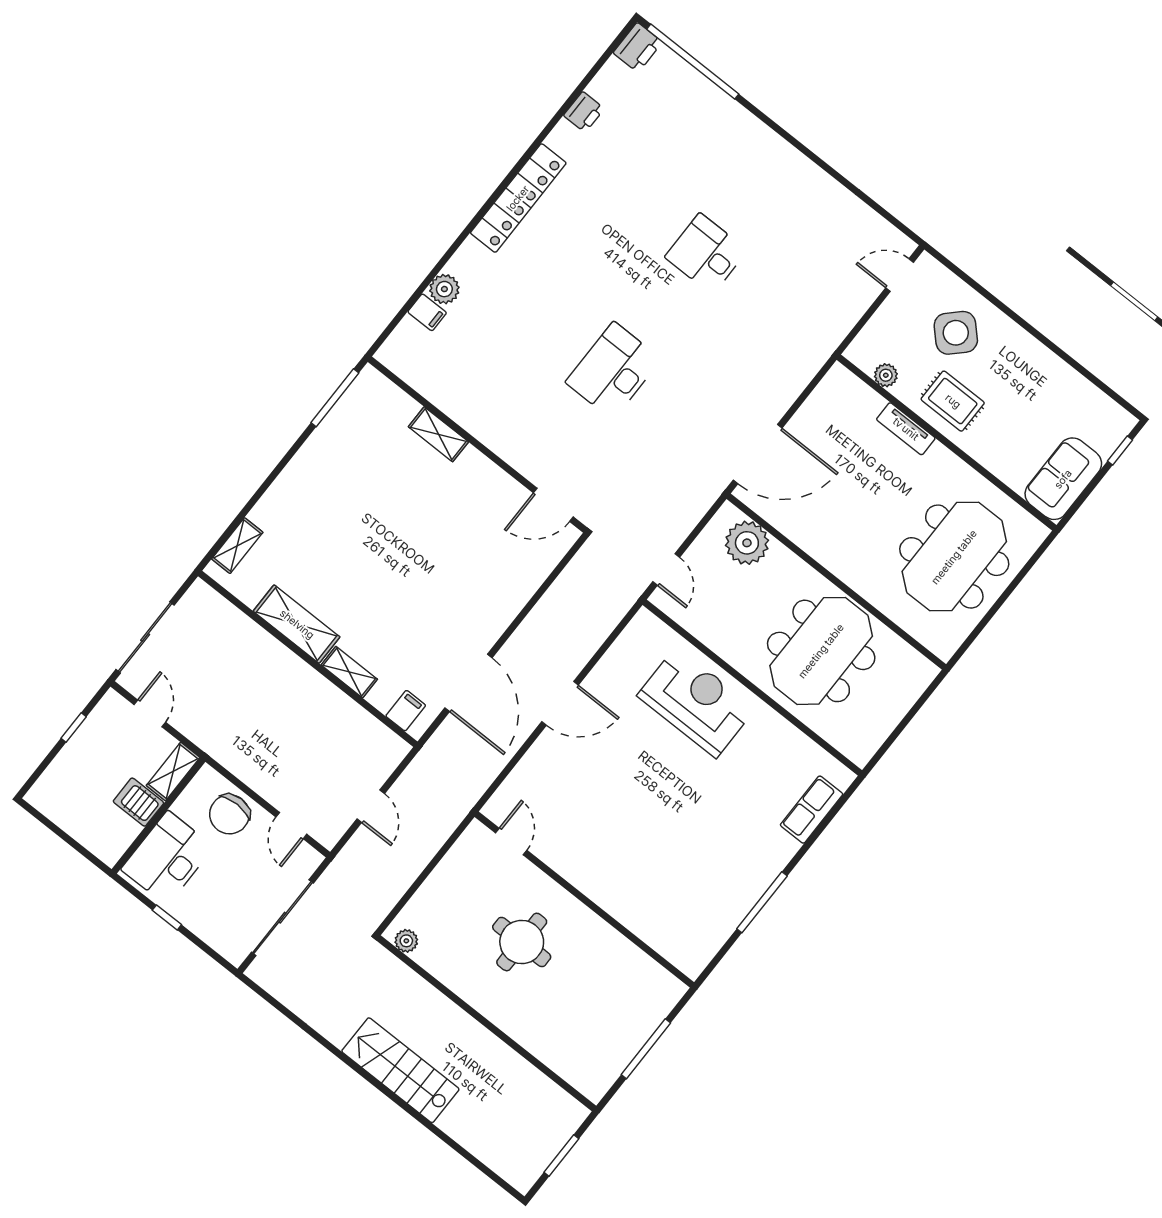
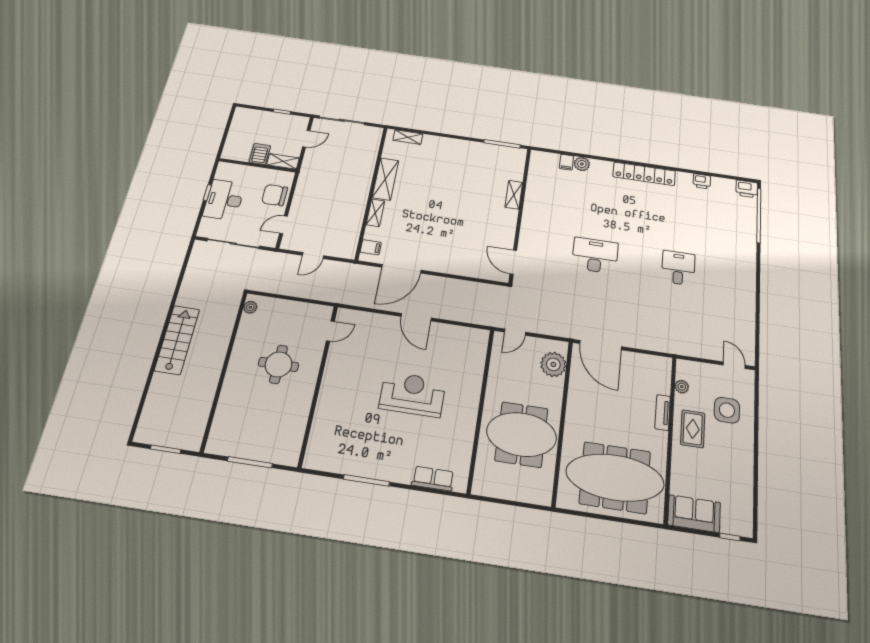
side table: (956, 333) -> (727, 410), turned 45
meeting table: (954, 557) -> (615, 477), width x1.36
reception desk: (696, 702) -> (412, 394), moved, turned -90
desk: (167, 858) -> (224, 200), moved, turned -90

